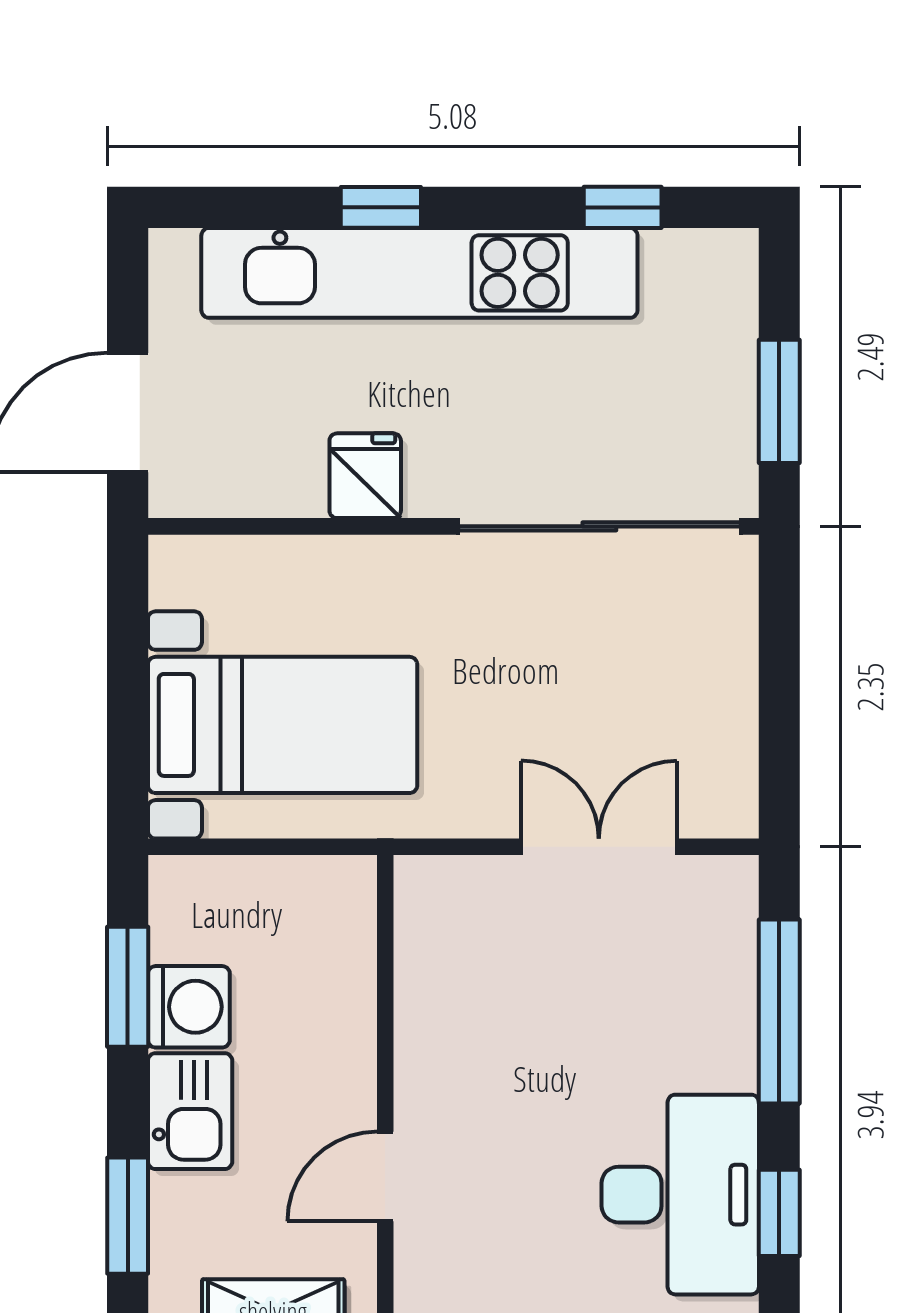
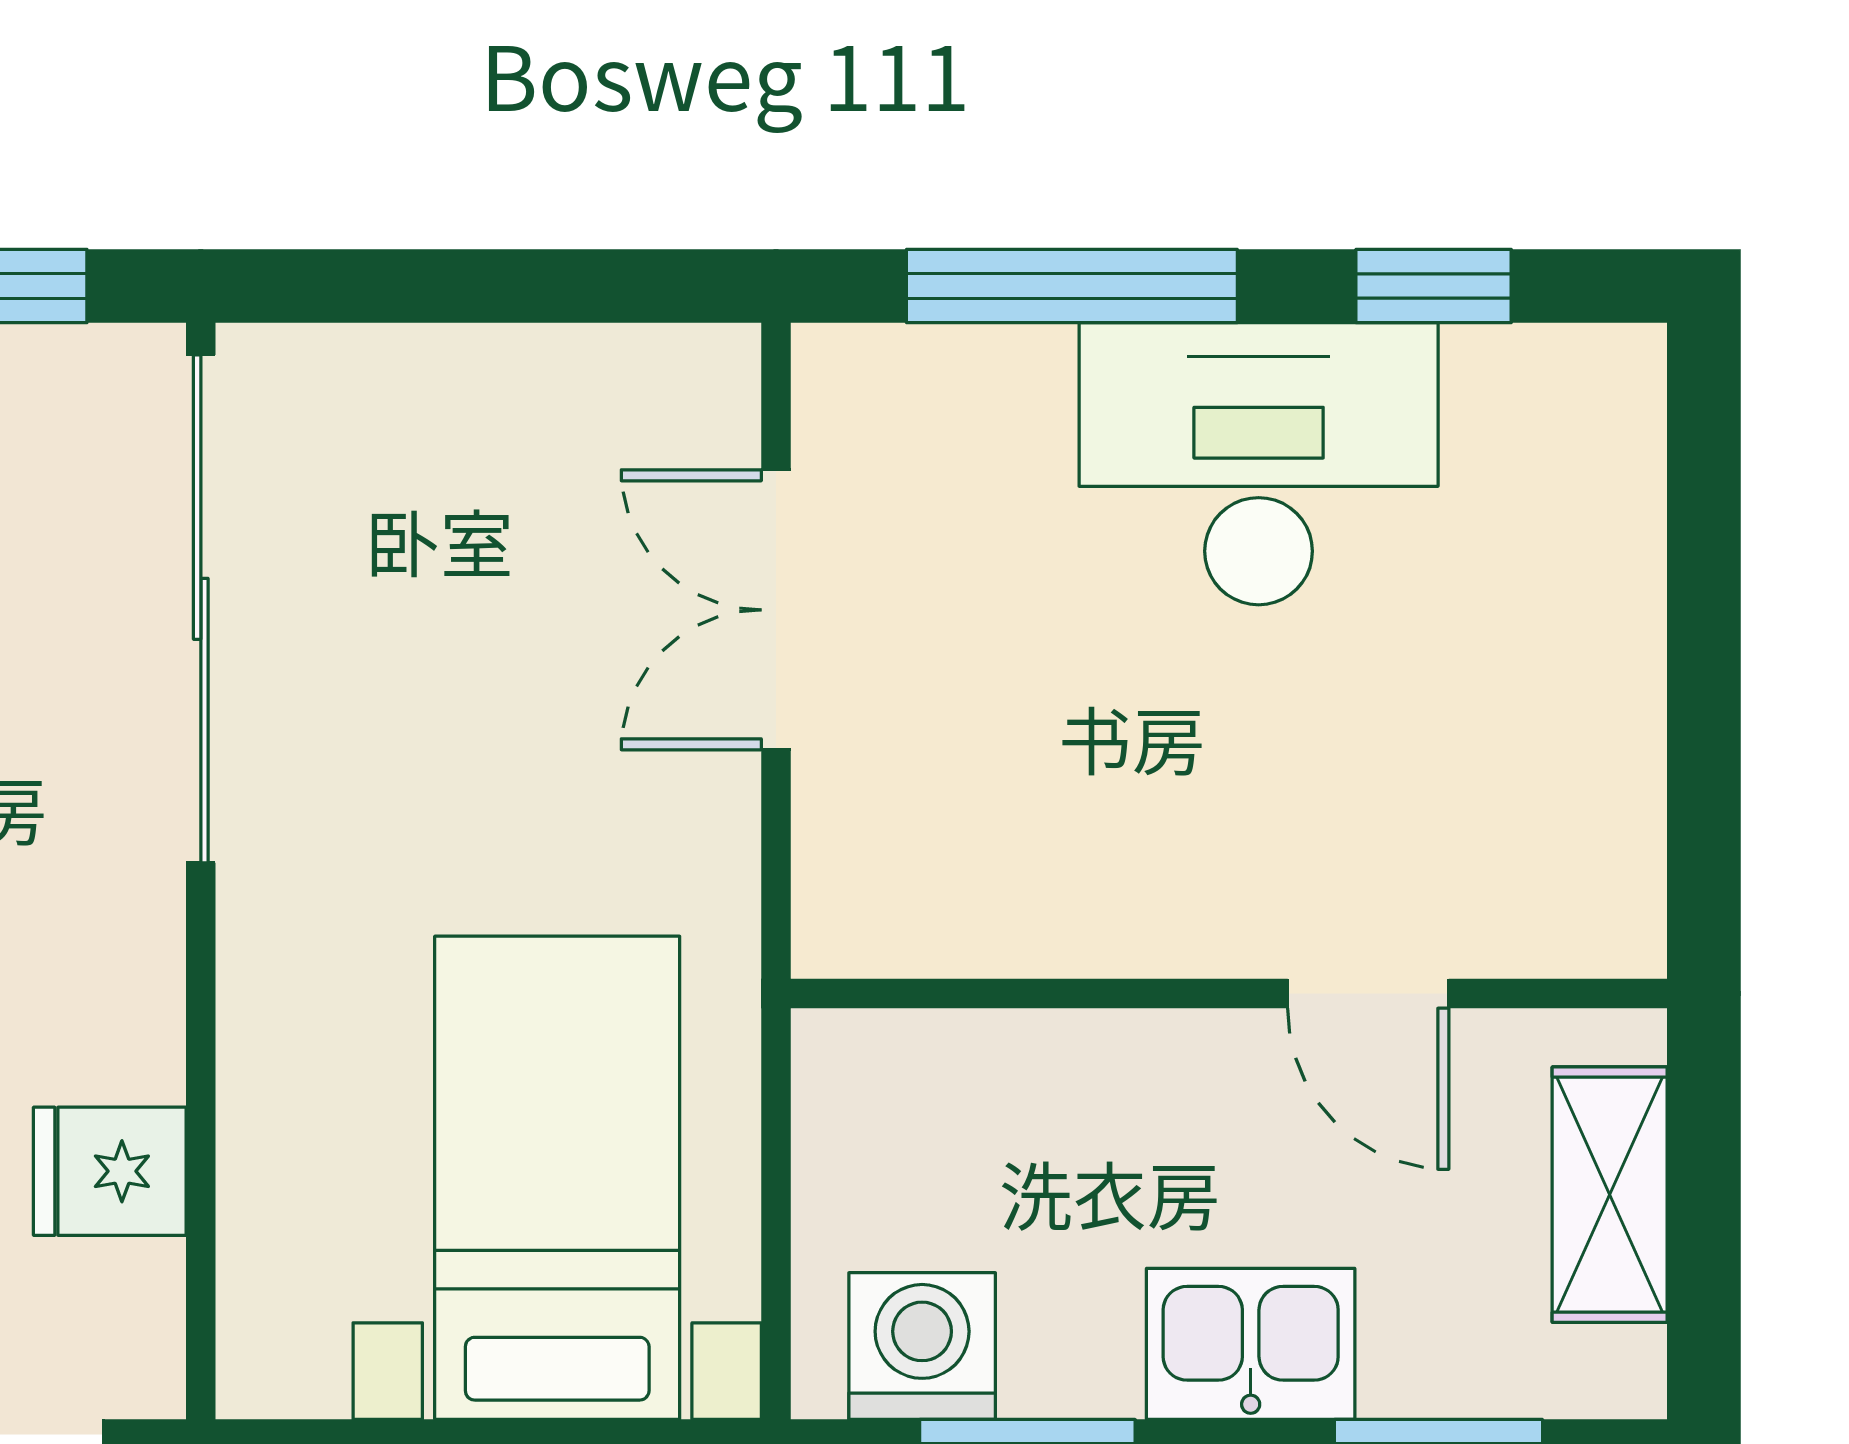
fridge: (365, 476) -> (110, 1171), moved
washing machine: (189, 1007) -> (922, 1346), moved
desk: (680, 1195) -> (1259, 464), moved

